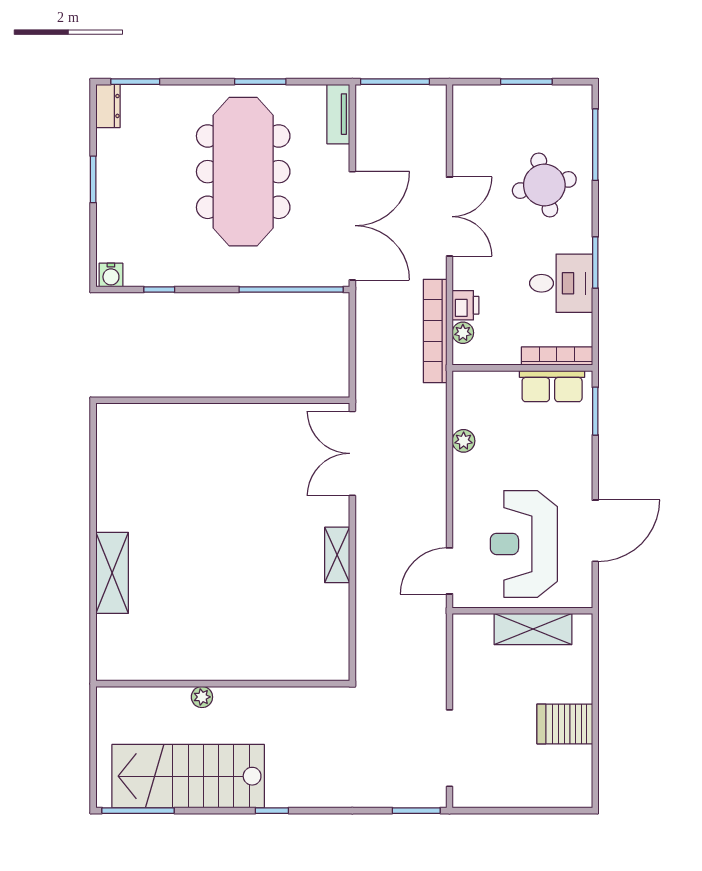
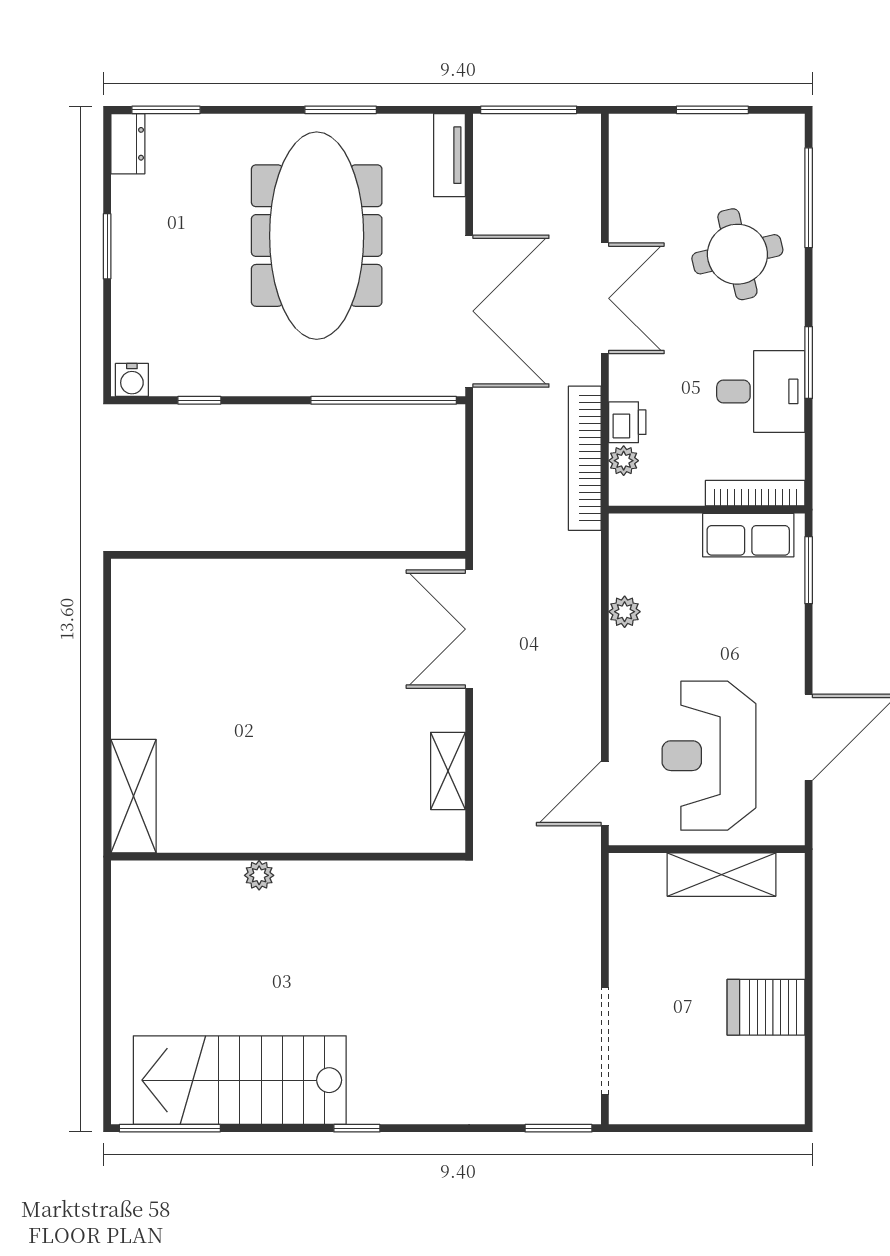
wall: (223, 684) -> (288, 857), moved
plant: (202, 697) -> (259, 875), moved

